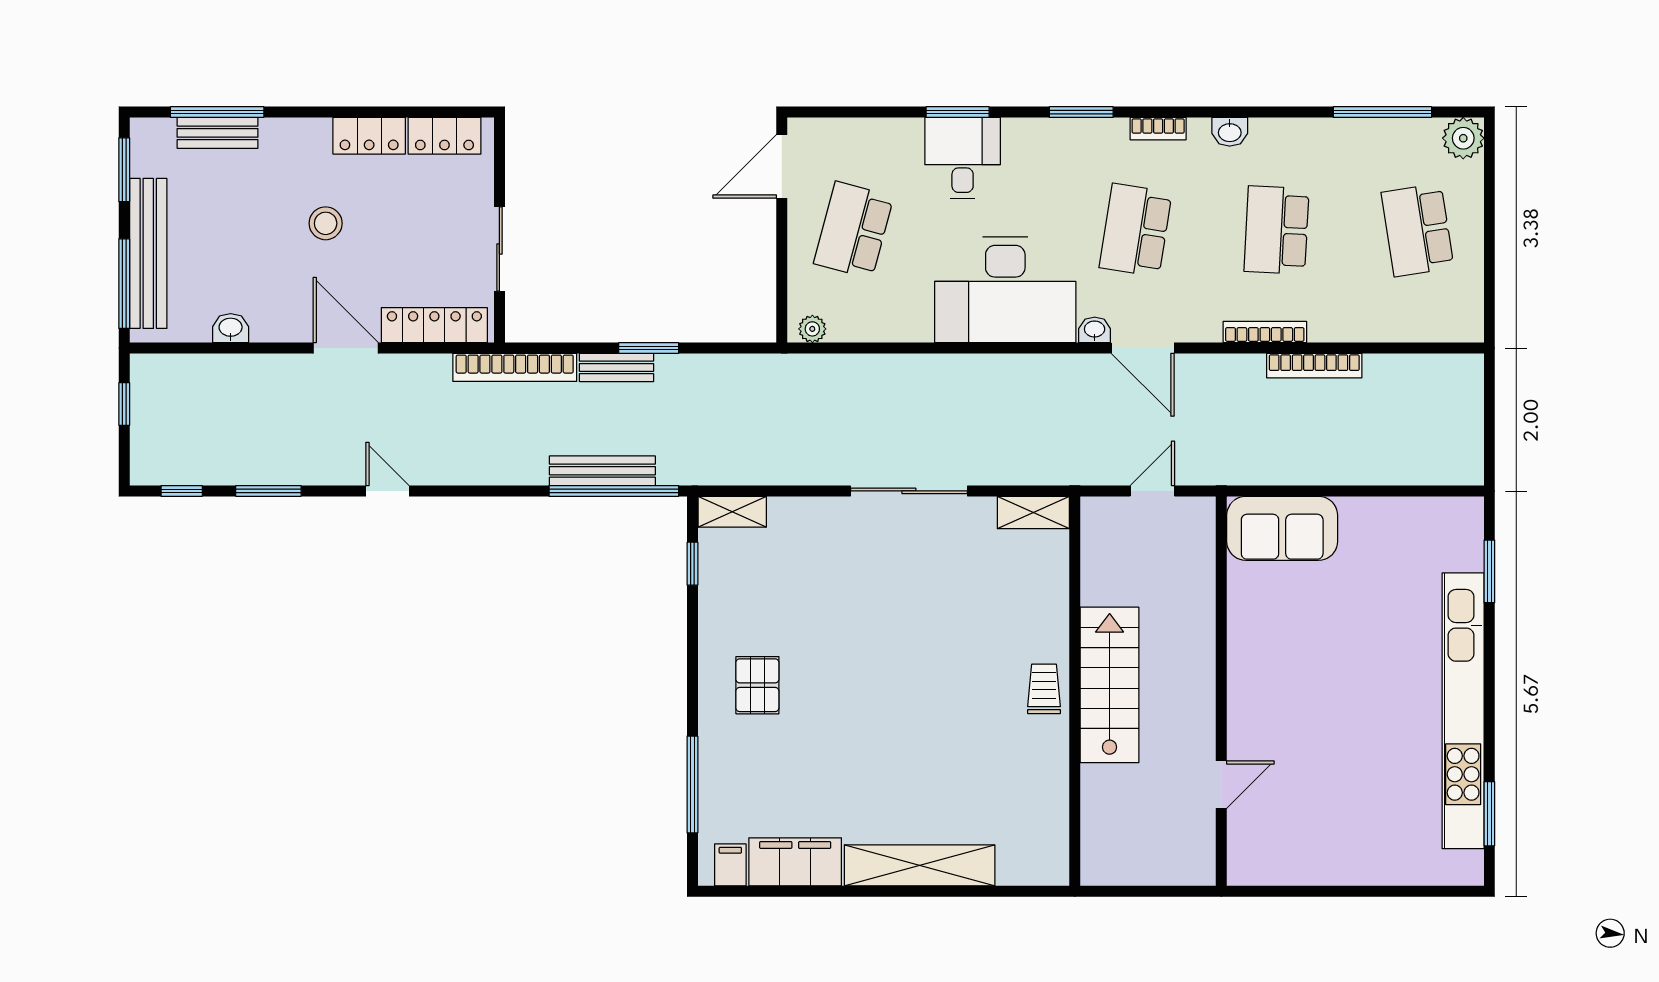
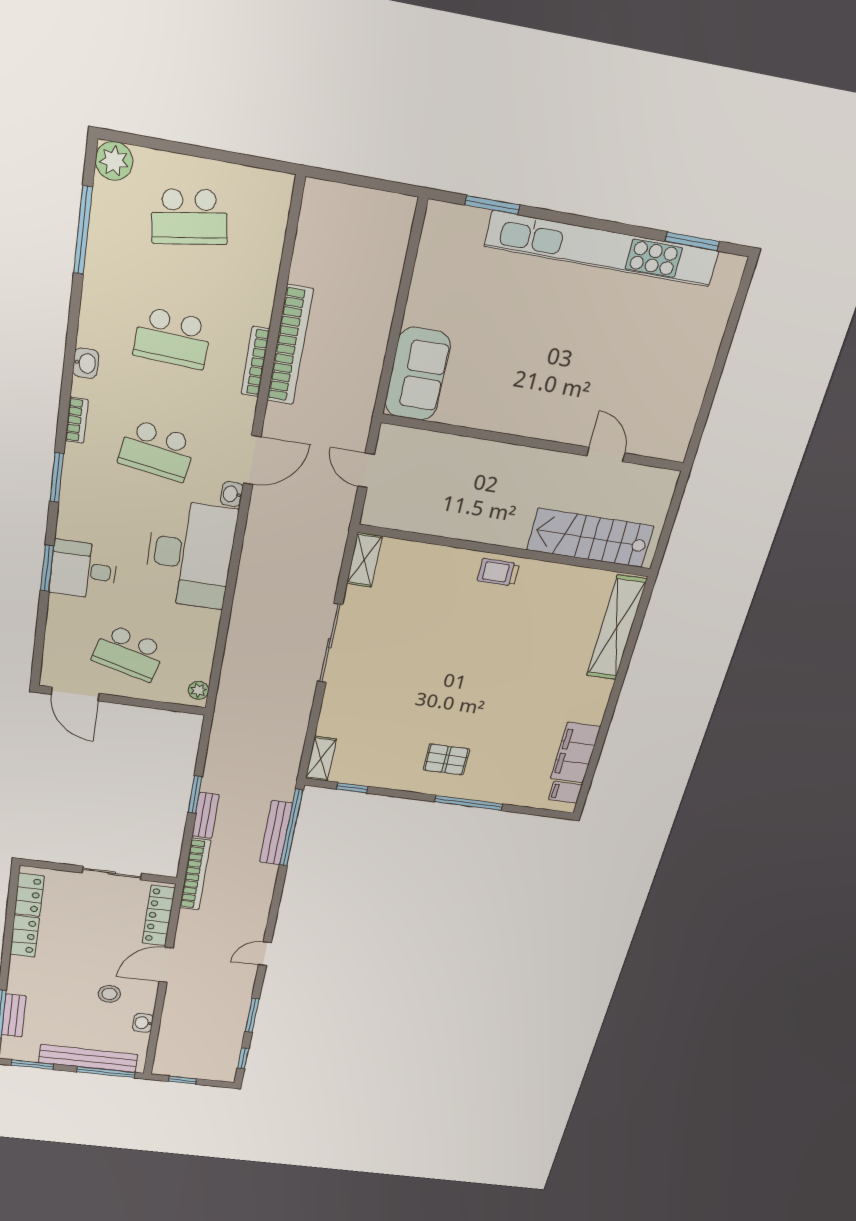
stool: (326, 223) -> (109, 994), moved
bookcase: (1314, 366) -> (290, 345), width x1.48, depth x1.31
stairs: (1110, 685) -> (590, 538), moved
window: (692, 785) -> (469, 803), moved
shelving: (920, 865) -> (617, 628), moved

